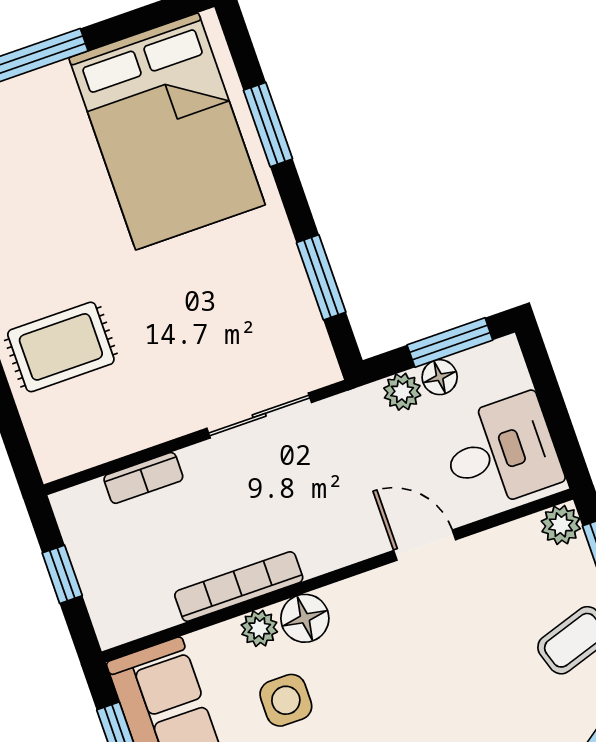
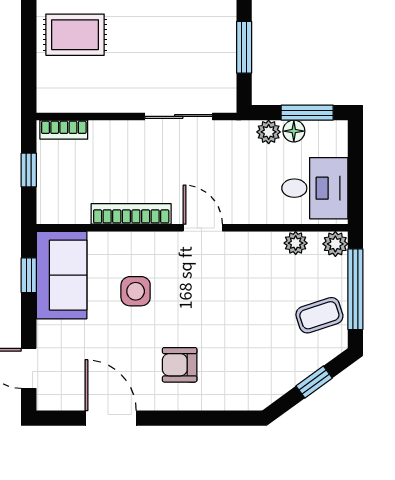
bookcase: (143, 478) -> (64, 130), moved
door: (425, 545) -> (203, 228), moved
floor lamp: (305, 618) -> (164, 246), removed
plant: (259, 628) -> (296, 243), moved

